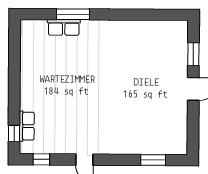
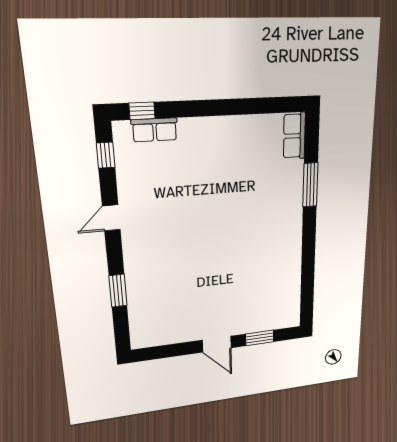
row of seats: (64, 27) -> (294, 136), moved
window: (153, 160) -> (118, 291), moved

